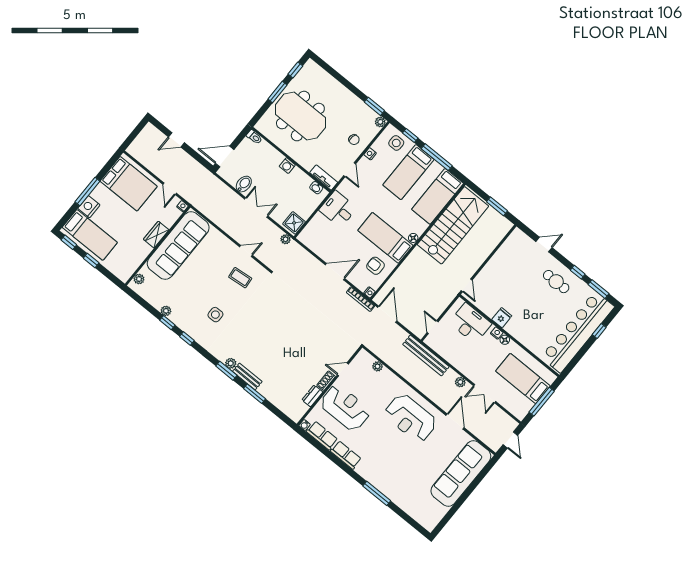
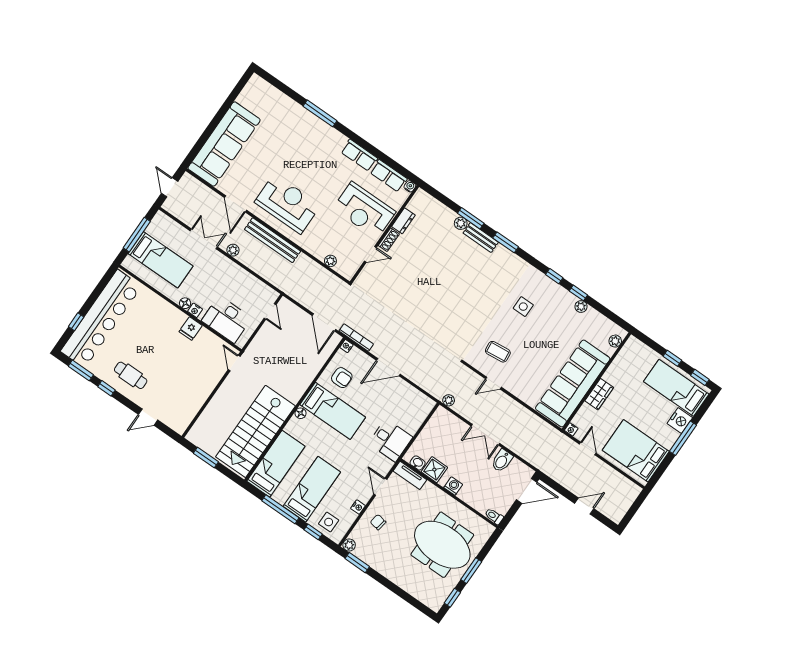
shower: (294, 223) -> (434, 470), moved
bench: (426, 355) -> (273, 240), moved
plant: (231, 363) -> (461, 223), moved

